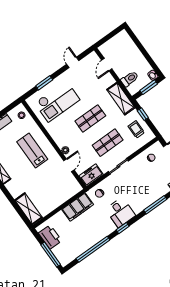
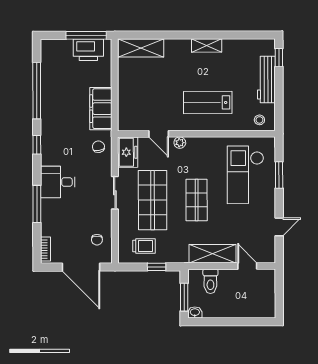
door: (73, 62) -> (279, 227), hinge flipped
shelving: (121, 99) -> (212, 254), moved
shop shelf: (108, 143) -> (153, 200), width x1.43, depth x1.36
lab bench: (32, 151) -> (208, 103), turned 180
desk: (120, 212) -> (58, 182), moved
window: (51, 255) -> (86, 35), moved

